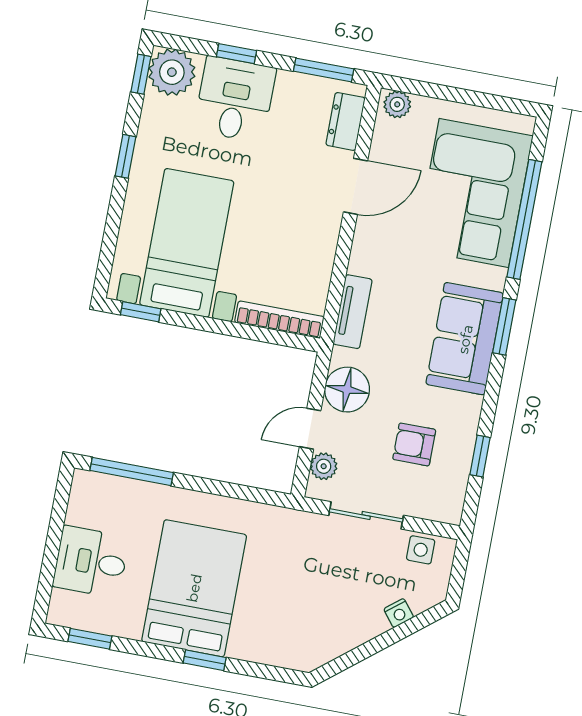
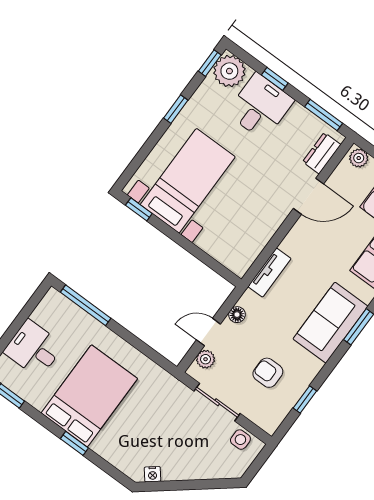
bookcase: (279, 320) -> (222, 256), removed
floor lamp: (347, 390) -> (237, 315), width x0.53, depth x0.53
nightstand: (399, 613) -> (153, 474), moved

